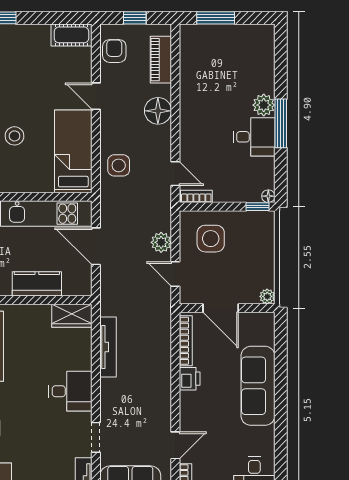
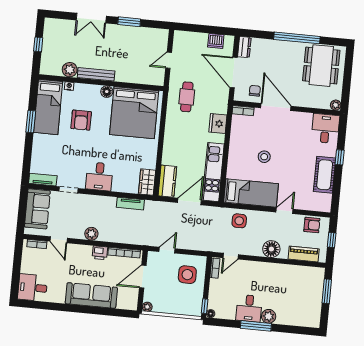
cot: (71, 35) -> (325, 175), moved, width x1.37, depth x1.34
plant: (161, 242) -> (91, 234), moved
kitchen counter: (37, 284) -> (167, 181), moved
tv unit: (108, 347) -> (130, 204), width x0.71

